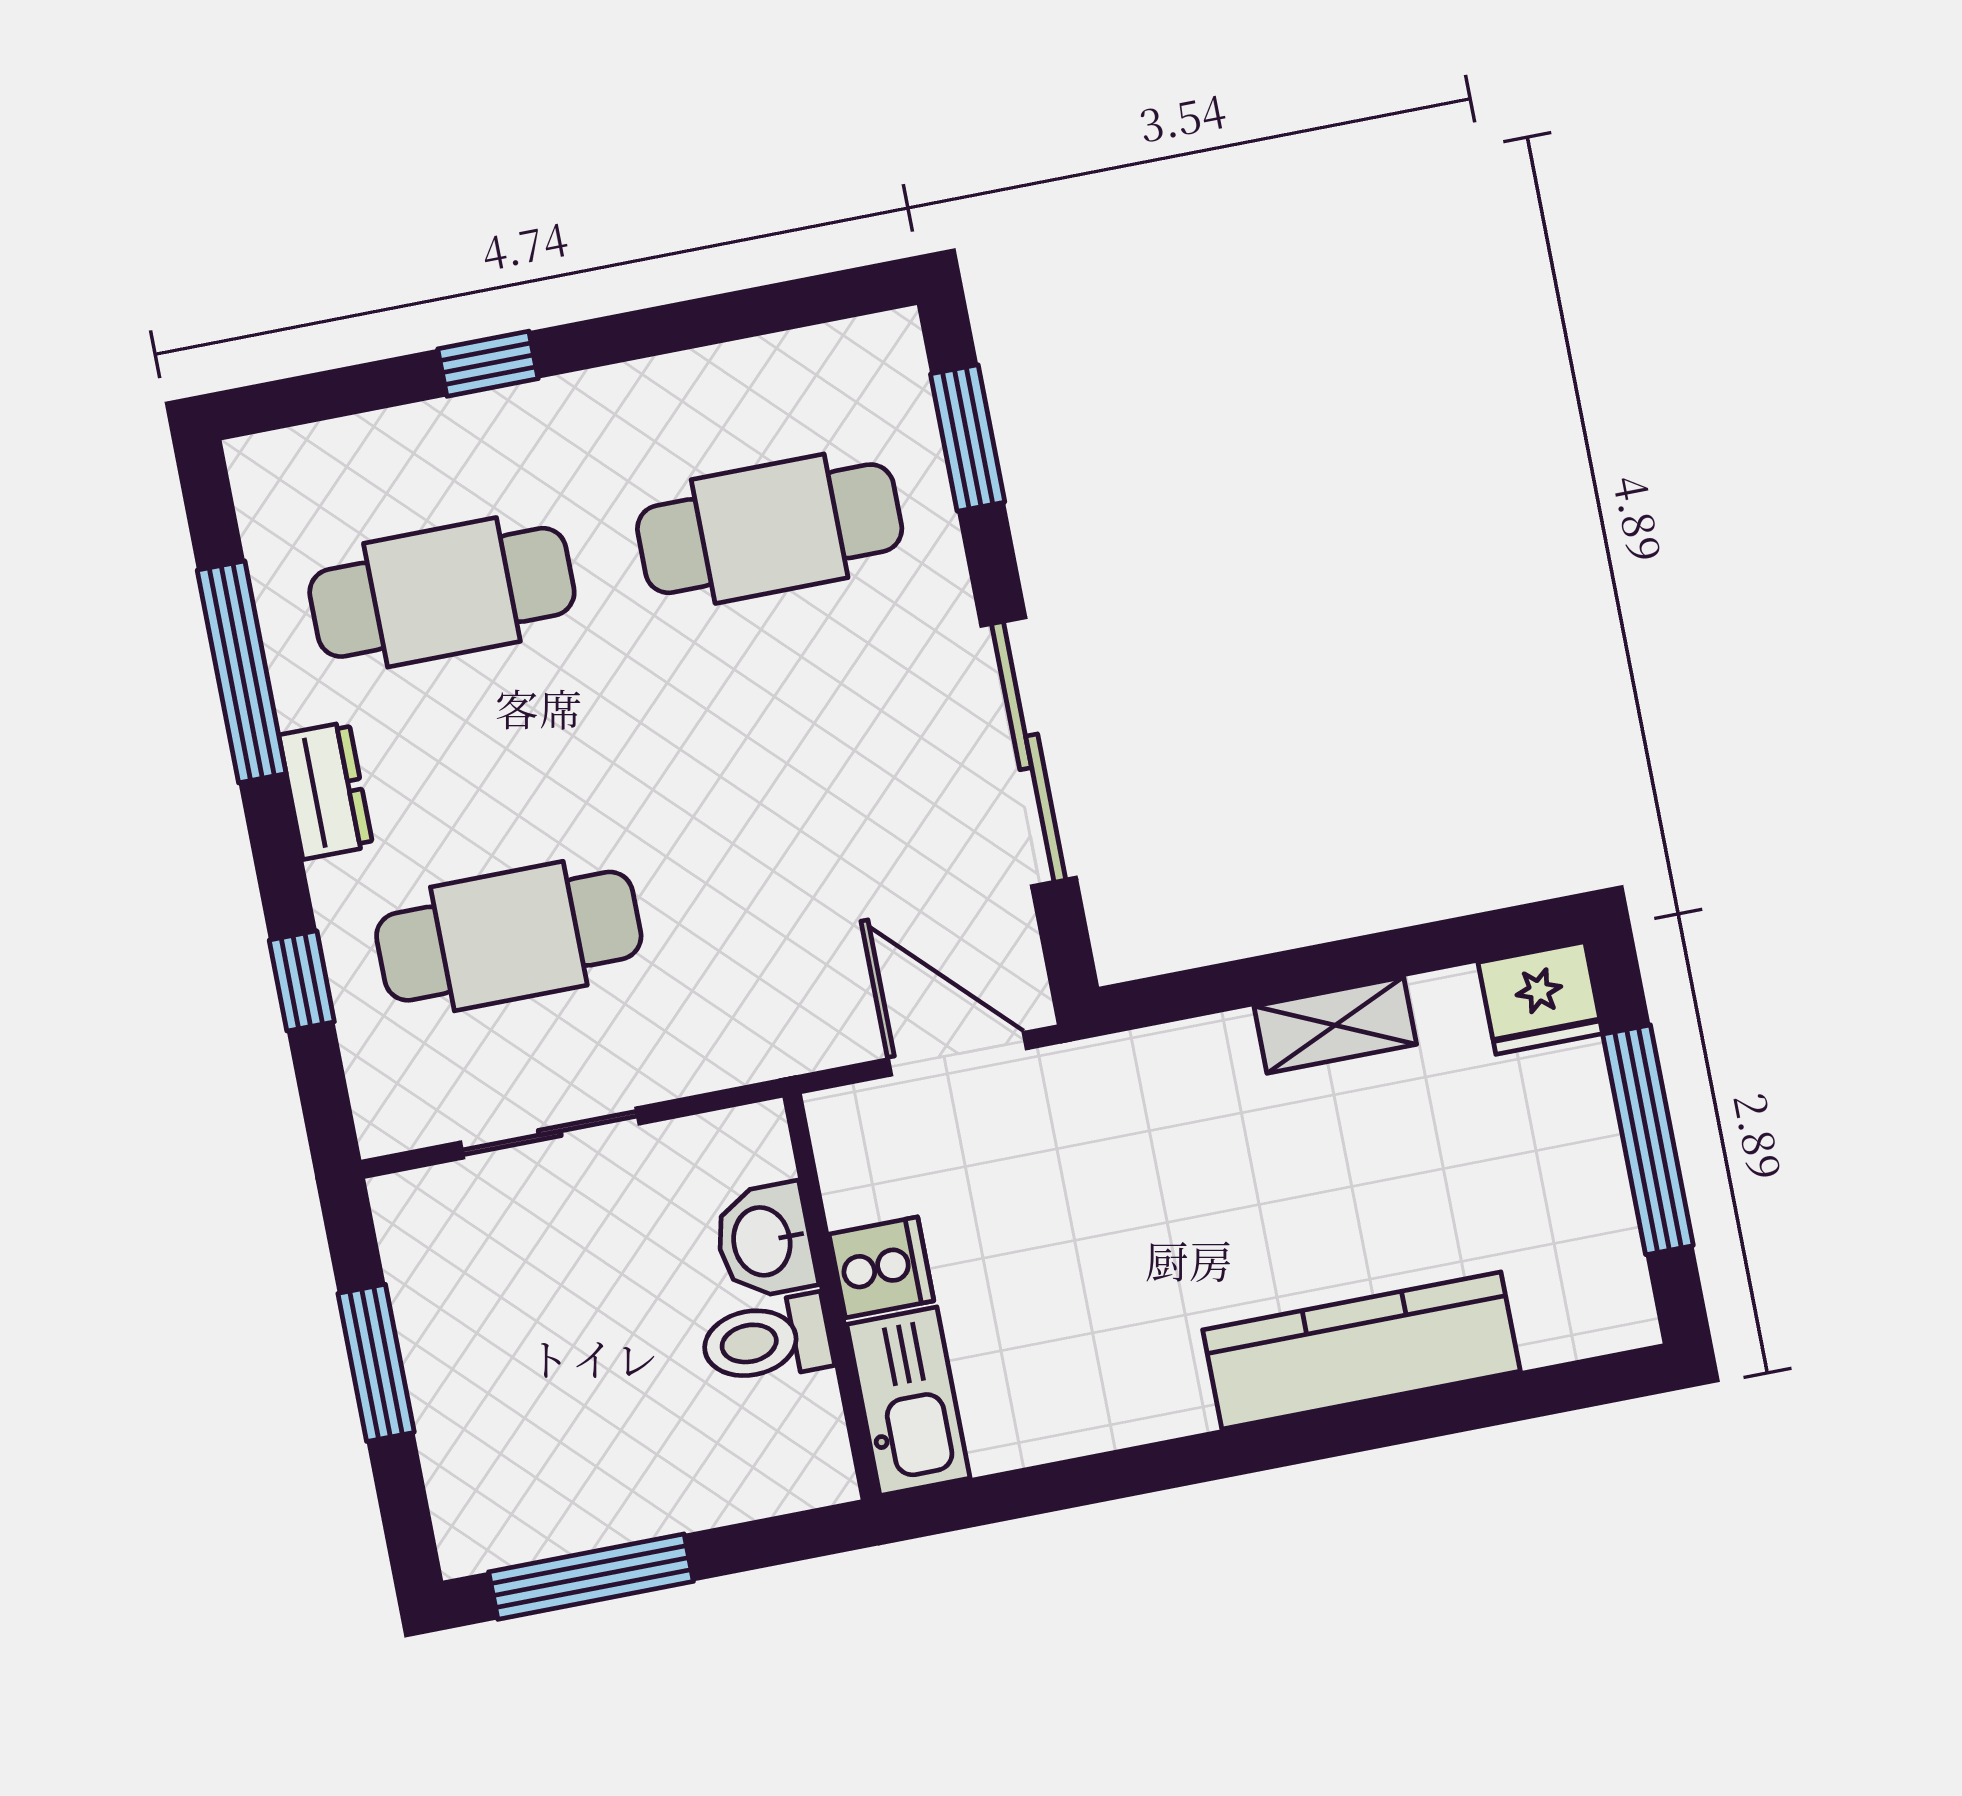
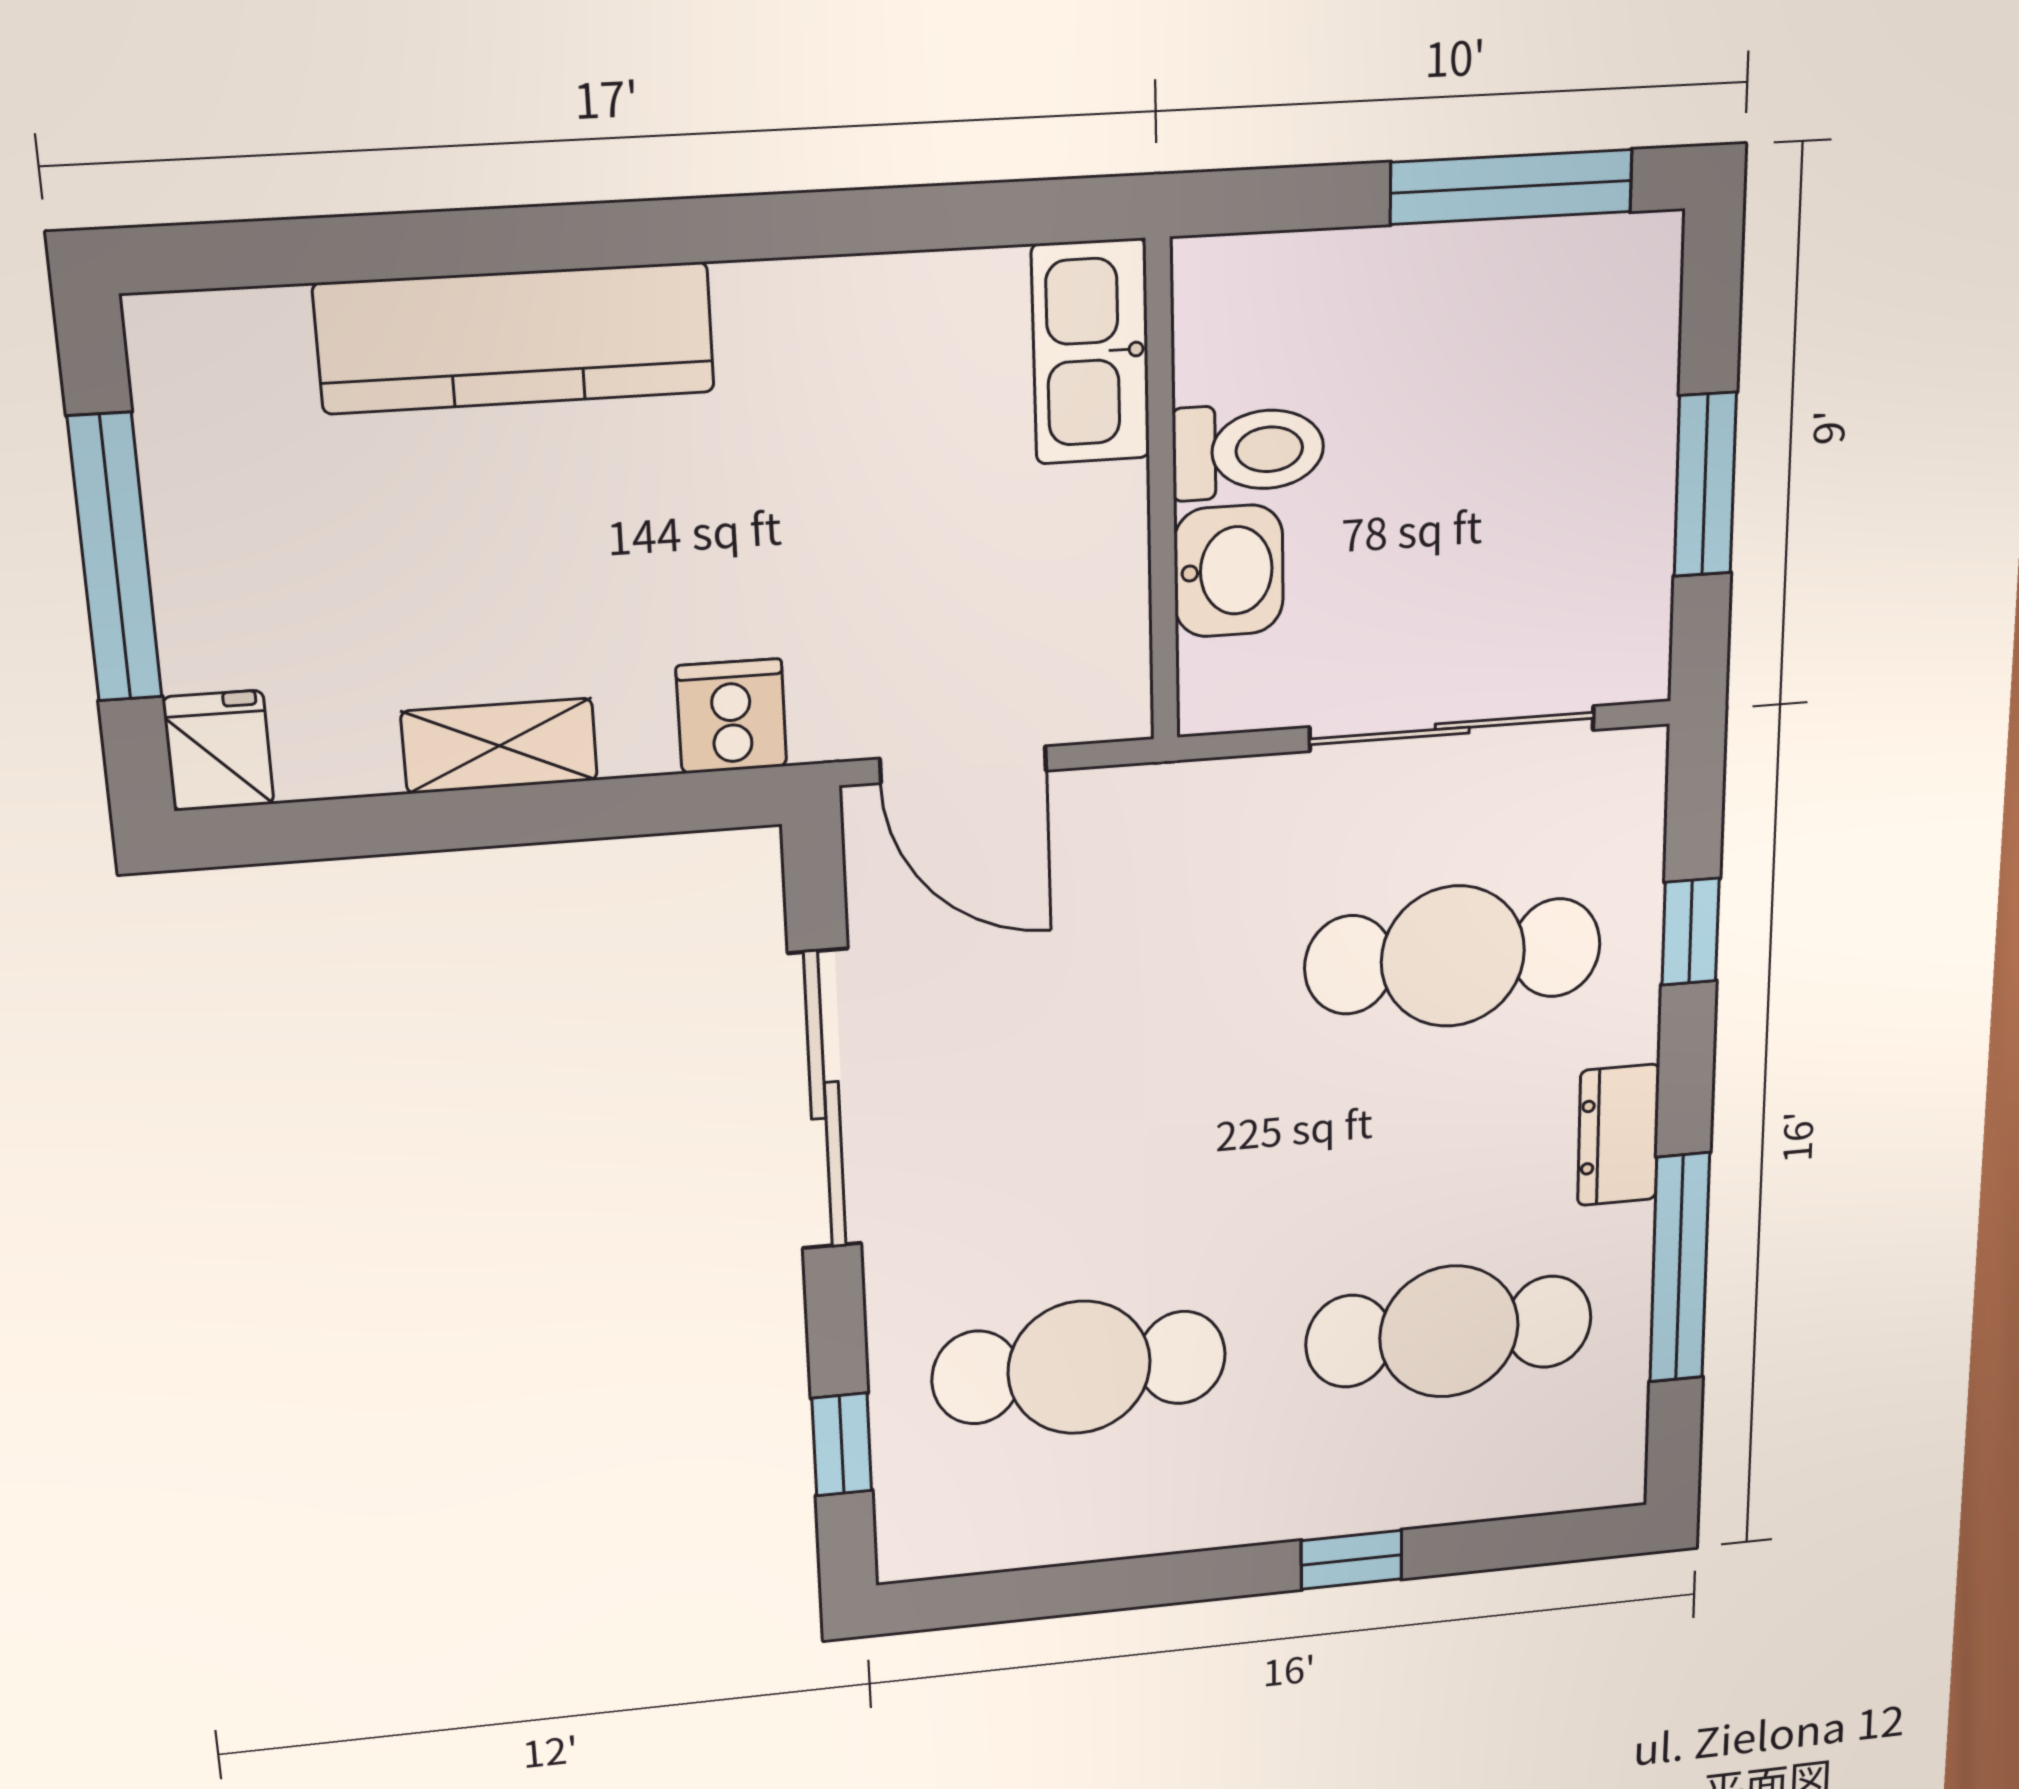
window: (968, 438) -> (842, 1444), width x0.67
fridge: (1540, 998) -> (218, 751), width x0.72
sliding door: (550, 1133) -> (1452, 728), width x1.37
cooker: (881, 1267) -> (731, 716), moved, turned 90

